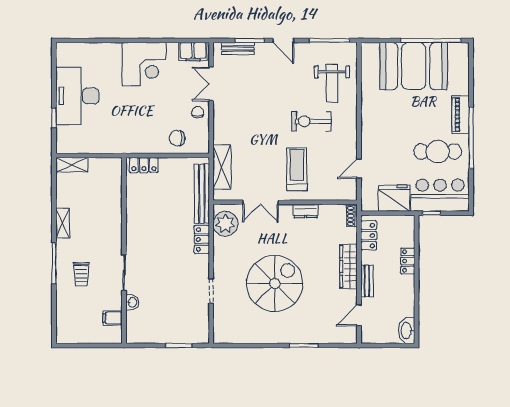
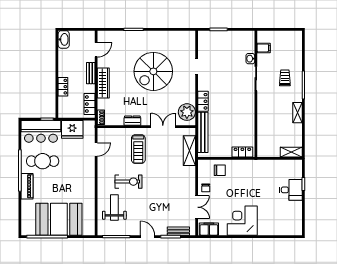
desk: (77, 96) -> (291, 190), width x0.53, depth x0.77

